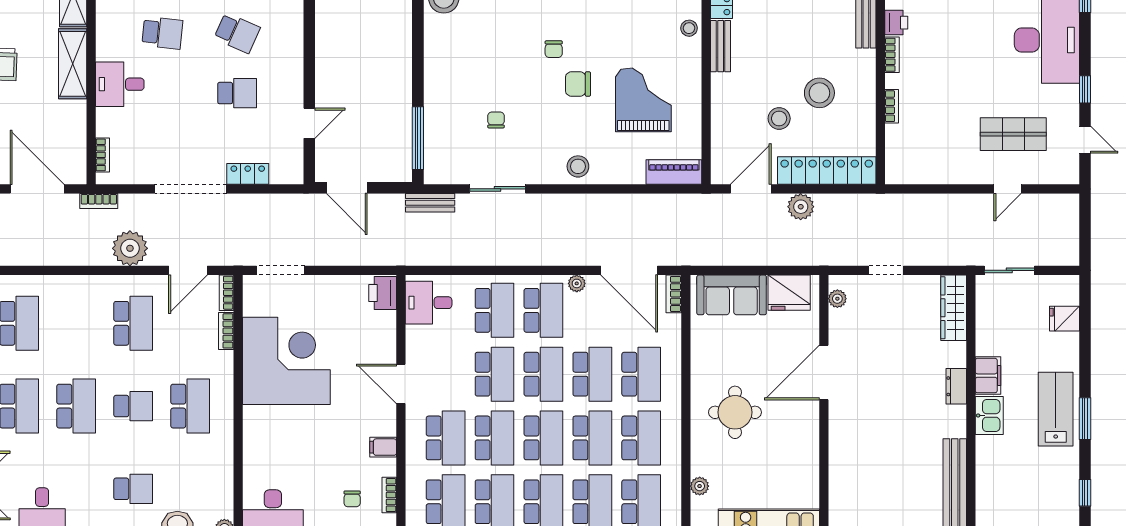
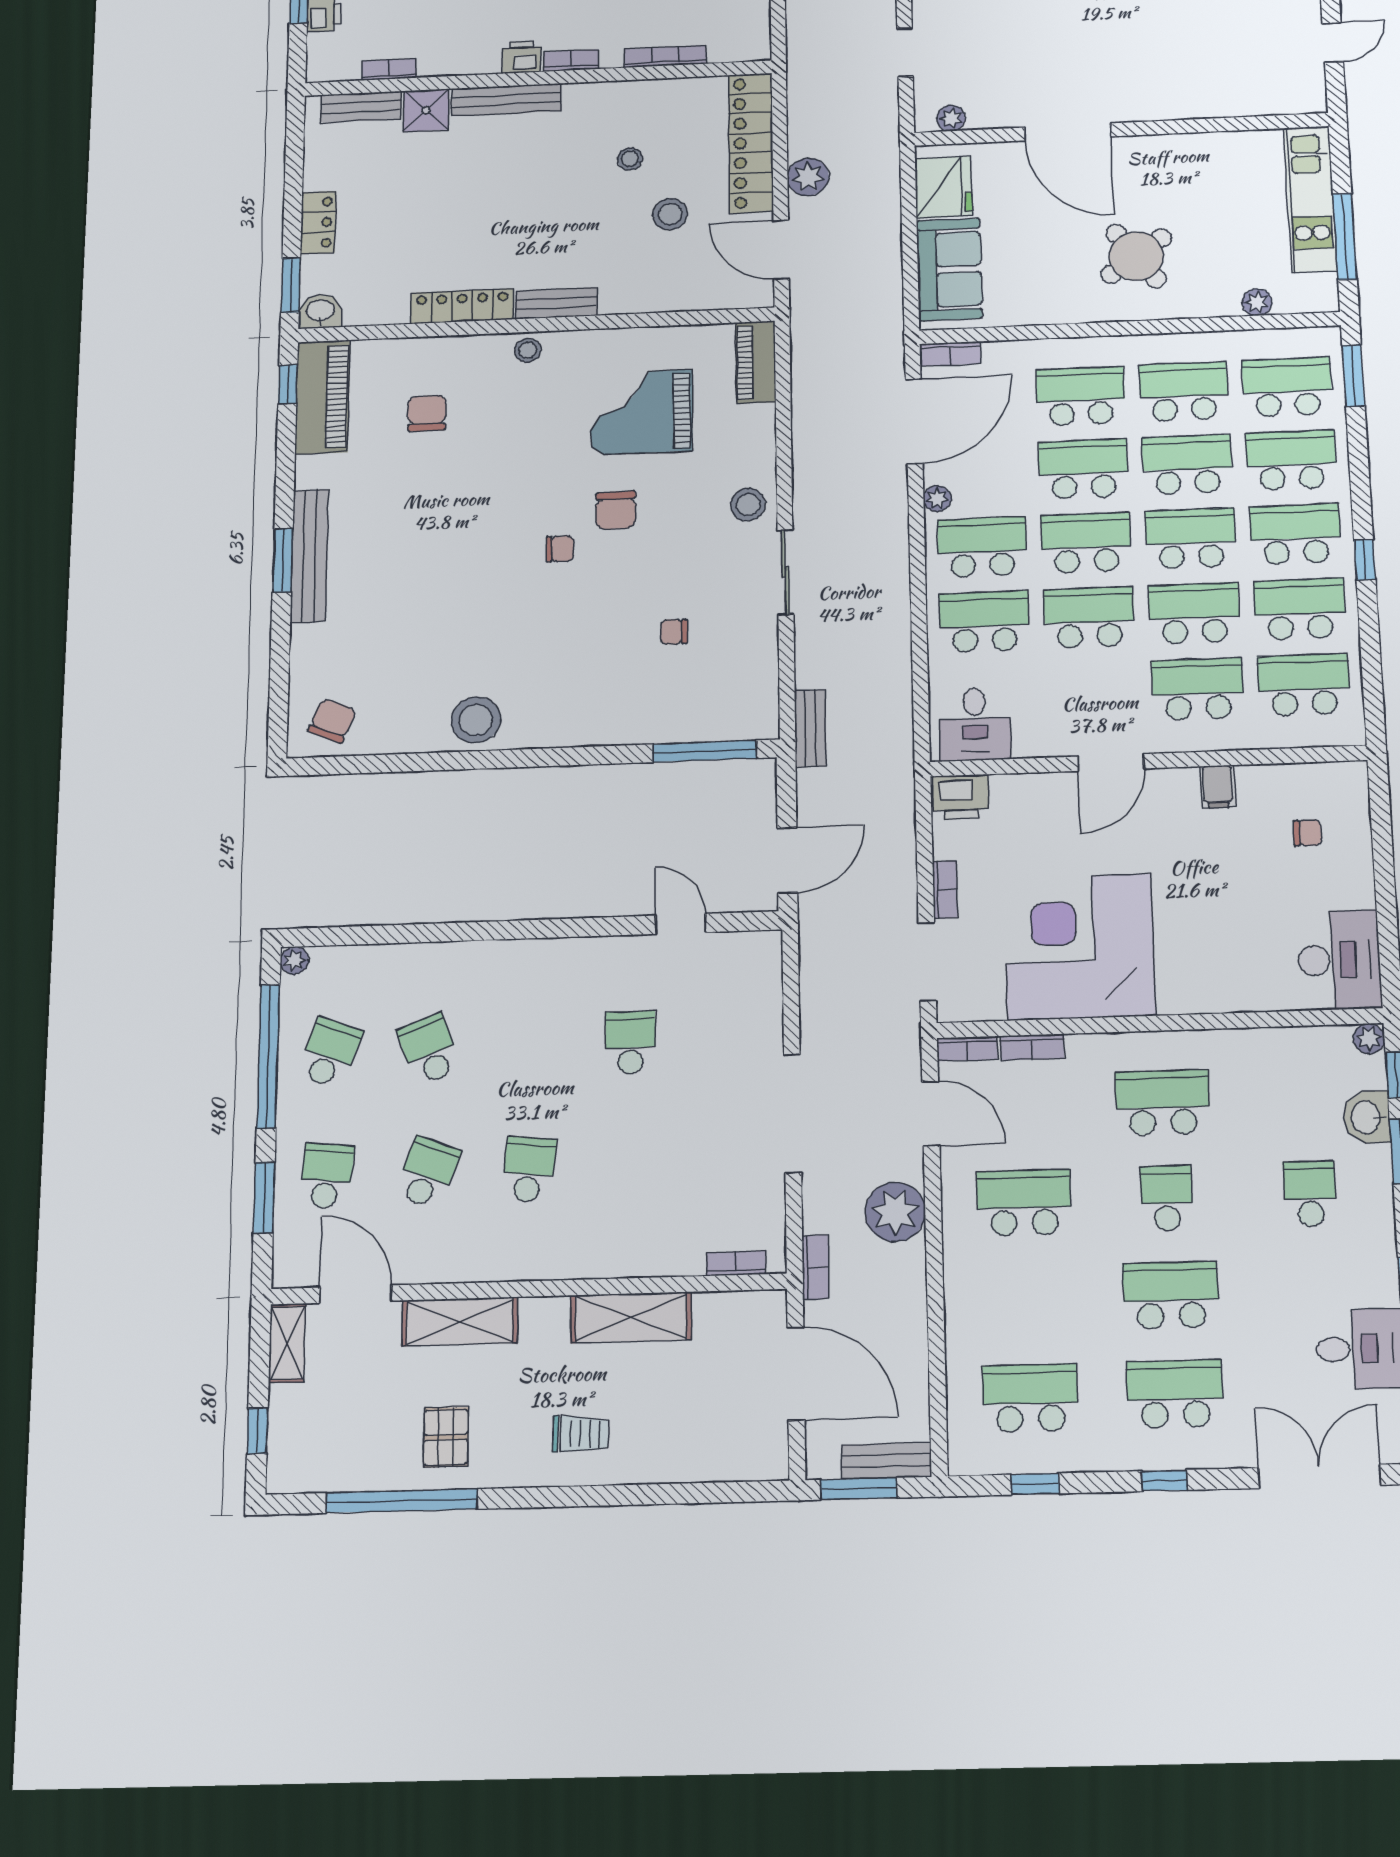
school desk: (237, 33) -> (530, 1046), removed
shelving: (73, 64) -> (631, 1317), moved
desk: (120, 84) -> (615, 1238), removed
stool: (819, 93) -> (630, 159), width x0.53, depth x0.53
bookcase: (892, 106) -> (665, 56), width x1.56
locker: (248, 174) -> (766, 1021), removed
door: (37, 189) -> (796, 1374), swing flipped
sliding door: (498, 189) -> (785, 572), moved
round table: (735, 412) -> (1136, 256), turned -36
bookcase: (389, 495) -> (945, 890), moved, turned -90

